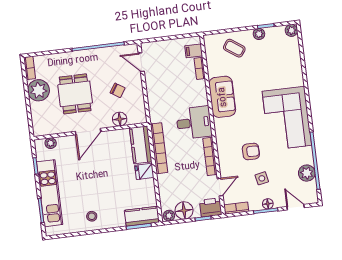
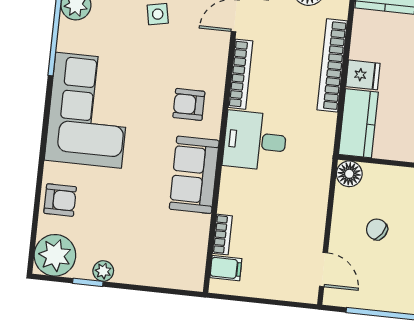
plant: (291, 30) -> (55, 255), width x1.88, depth x1.88
coffee table: (234, 48) -> (153, 256), removed
armchair: (291, 67) -> (60, 200), added
floor lamp: (120, 119) -> (349, 174), moved
bookcase: (159, 148) -> (332, 65), moved
armchair: (251, 151) -> (189, 104), moved

